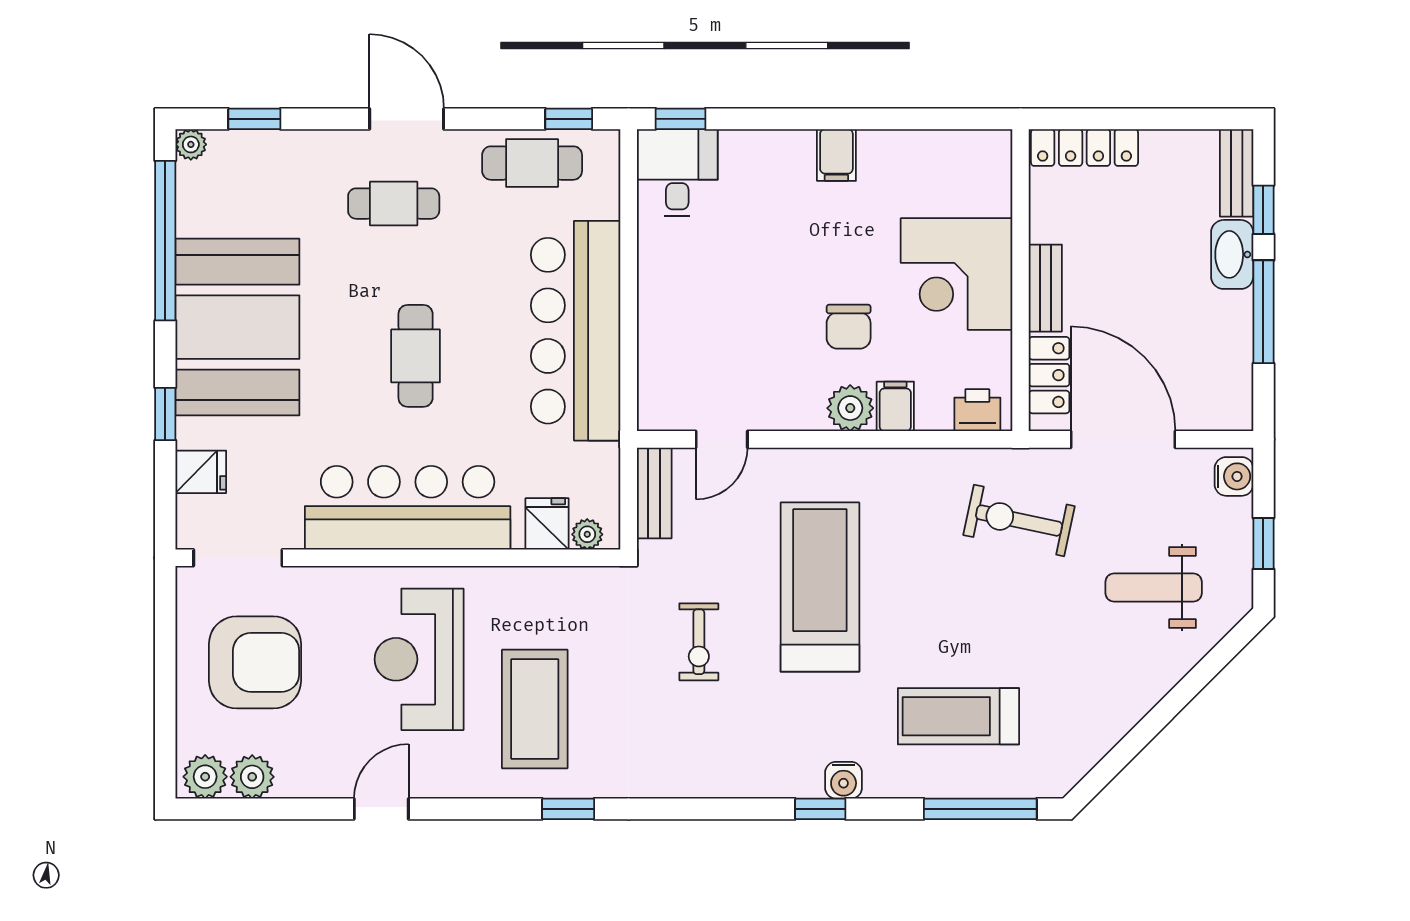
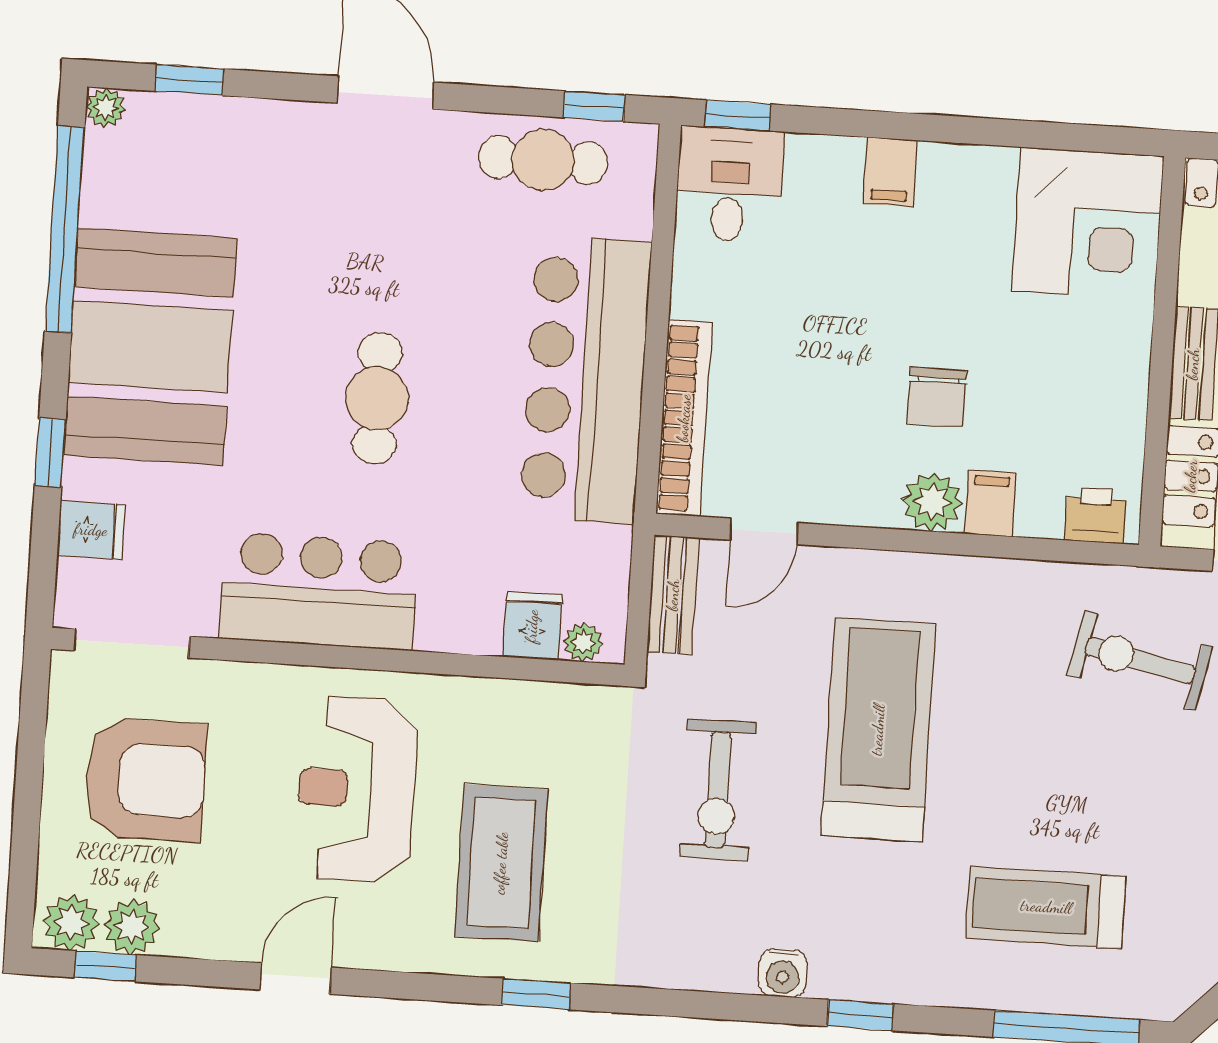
filing cabinet: (836, 155) -> (890, 172), moved
cafe table: (394, 204) -> (362, 201), removed
corner desk: (957, 274) -> (1088, 224), moved, turned -90
bookcase: (654, 356) -> (684, 418), added
bar counter: (408, 508) -> (319, 591), width x0.73
exercise bike: (699, 642) -> (718, 790), width x1.38, depth x1.39
water cooler: (844, 780) -> (783, 973), moved
window: (234, 809) -> (105, 966), added

